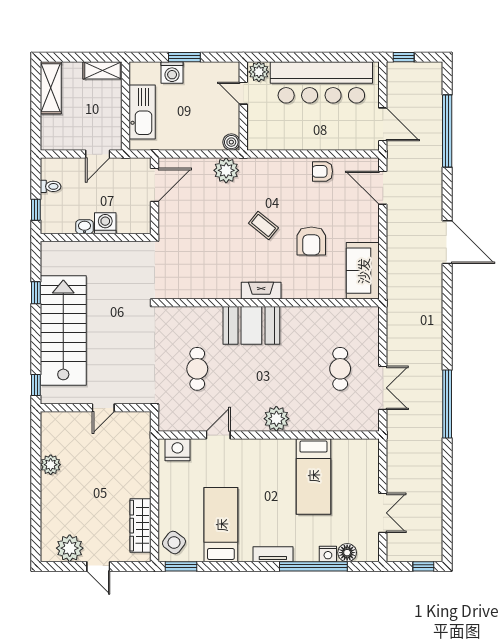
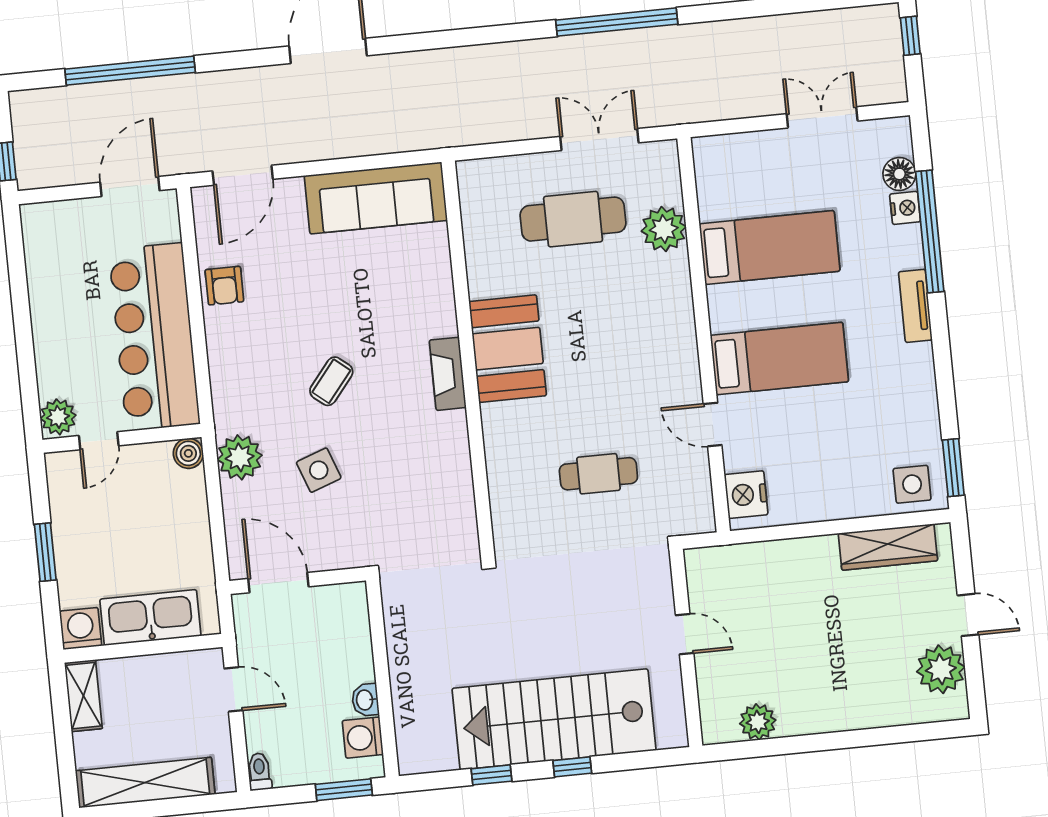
washing machine: (172, 72) -> (81, 629), moved, turned -90
bar counter: (321, 82) -> (154, 337), moved, turned 180
shelving: (51, 88) -> (145, 783), width x1.47
toilet: (51, 186) -> (259, 772), moved
window: (36, 210) -> (344, 790), width x1.50
side table: (215, 214) -> (319, 470), added
washing machine: (105, 223) -> (363, 738), moved
armchair: (311, 241) -> (350, 293), removed
sofa: (363, 271) -> (376, 198), width x1.36
booth: (251, 325) -> (508, 349), moved
cafe table: (340, 369) -> (573, 219), width x1.37, depth x1.35
window: (36, 385) -> (572, 767), moved
plant: (276, 419) -> (664, 229), moved
plant: (51, 465) -> (758, 722), moved
bed: (221, 525) -> (779, 359), moved, turned 180
side table: (174, 542) -> (912, 484), turned -37
door: (98, 566) -> (968, 615), hinge flipped

